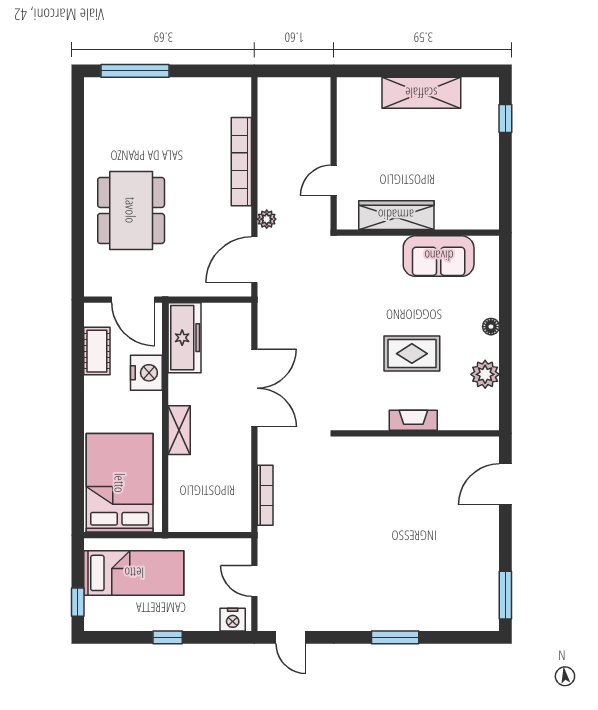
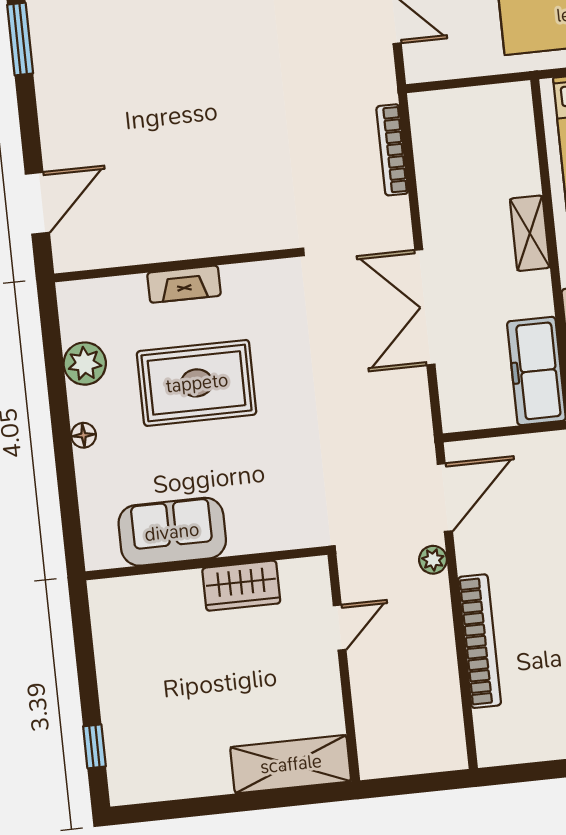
shelving: (421, 93) -> (291, 764), moved
wardrobe: (396, 215) -> (241, 586), width x0.67
rug: (412, 354) -> (197, 383), width x1.36, depth x1.43

